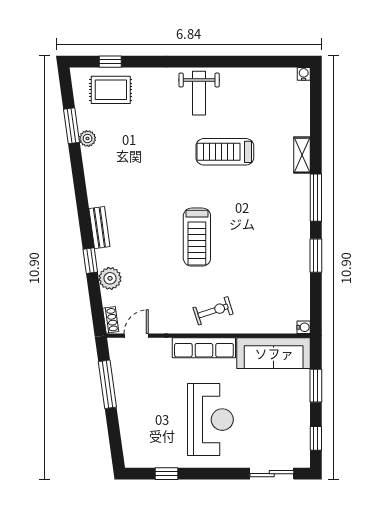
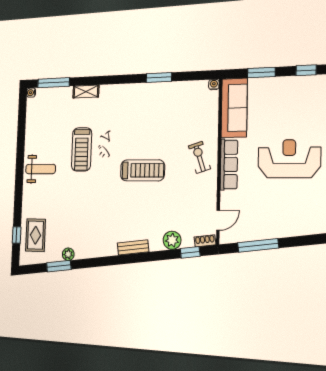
window: (316, 198) -> (54, 83), moved
window: (90, 261) -> (190, 252), moved
door: (136, 336) -> (218, 220), swing flipped

